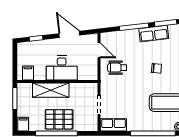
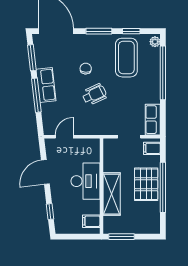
row of seats: (154, 34) -> (46, 85), moved
wheelchair: (117, 68) -> (94, 94), moved, turned -115
filing cabinet: (23, 124) -> (152, 148), moved

